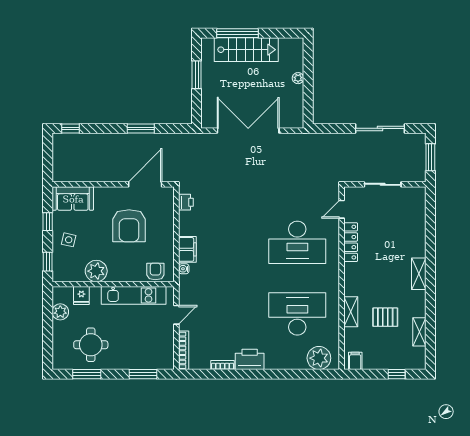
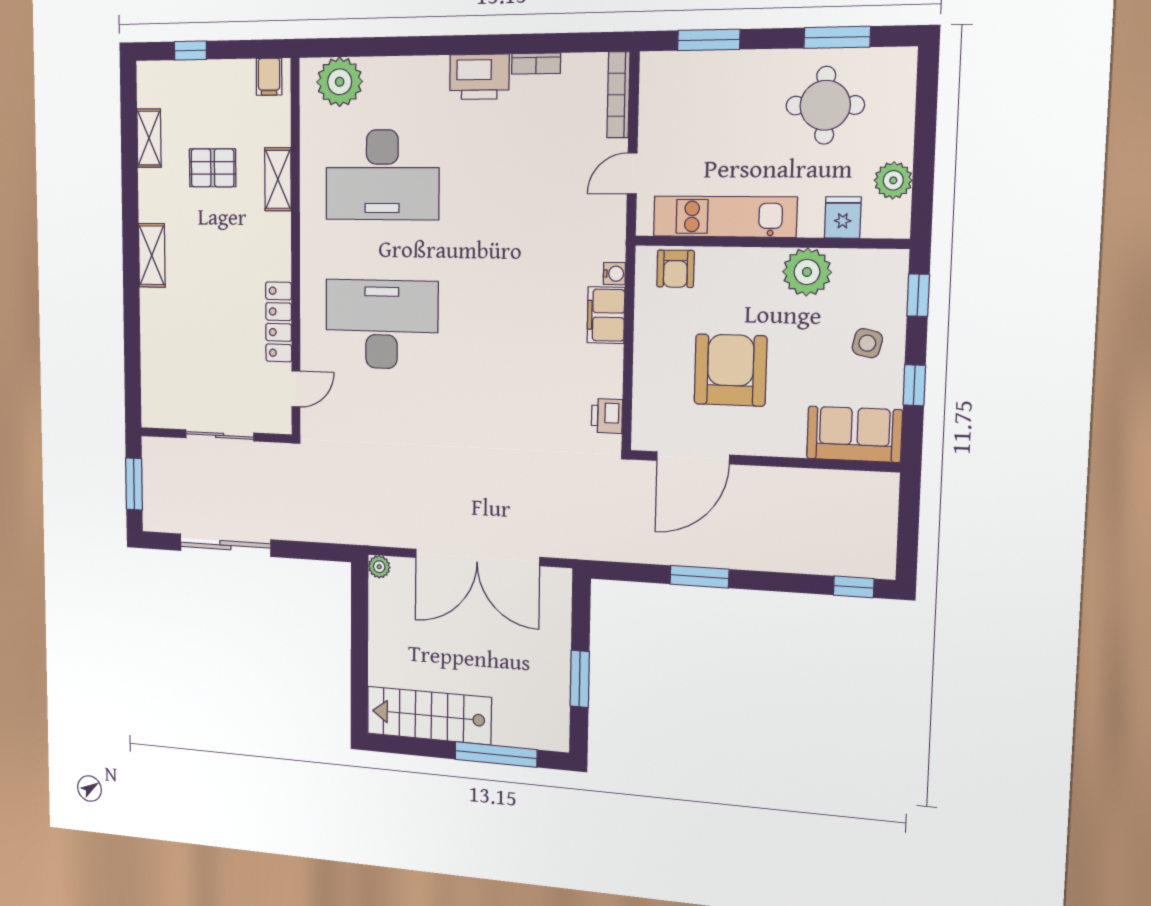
stairs: (246, 50) -> (429, 716), moved
plant: (298, 78) -> (379, 567), moved

